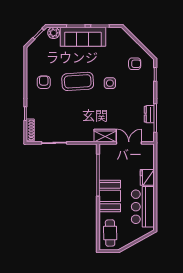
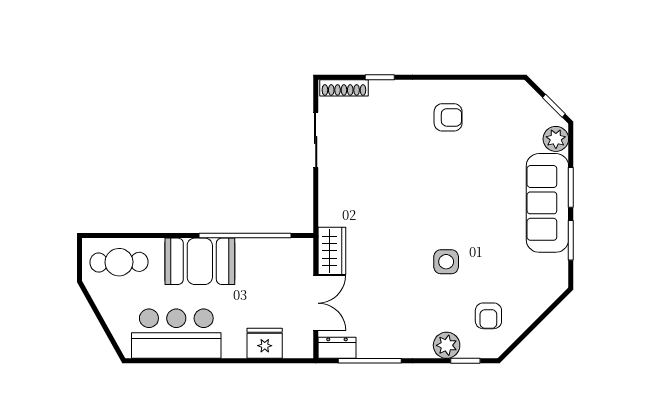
coffee table: (78, 81) -> (450, 191), removed
plant: (148, 83) -> (447, 345), added
dresser: (149, 114) -> (337, 348), moved
fridge: (147, 177) -> (265, 343), moved

